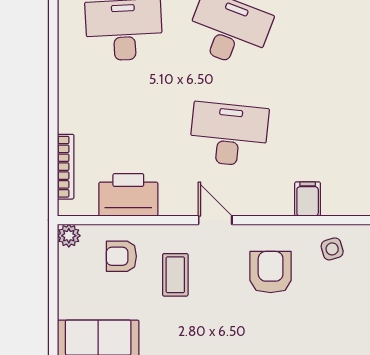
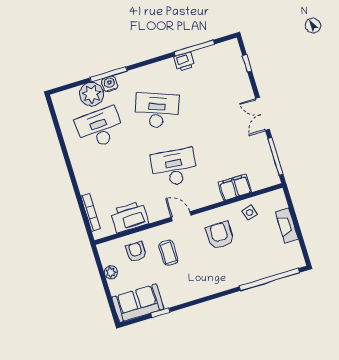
filing cabinet: (308, 199) -> (235, 187), width x2.00
plant: (69, 236) -> (111, 272), moved
armchair: (121, 256) -> (136, 252), turned 90

